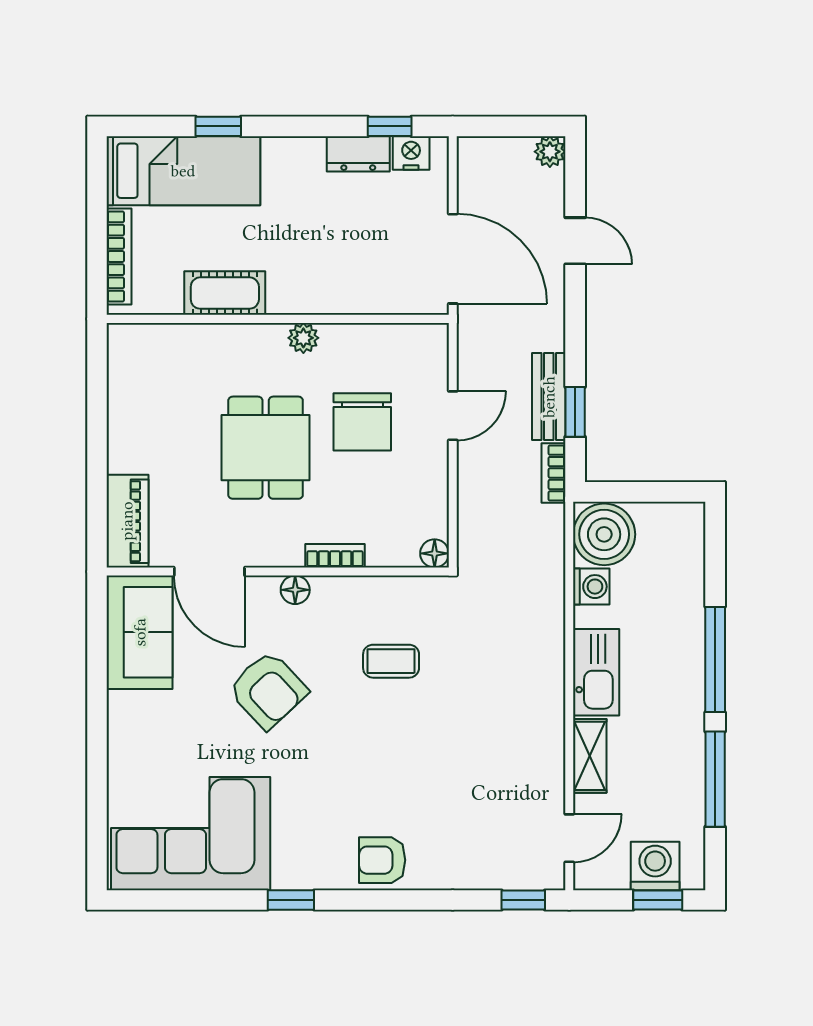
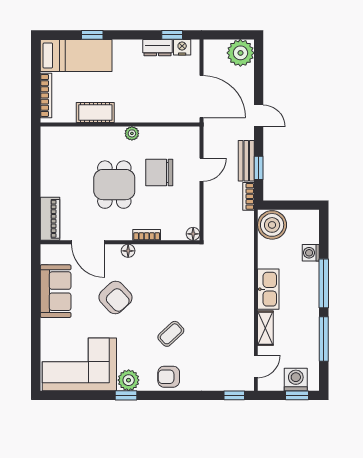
plant: (550, 152) -> (240, 53), width x1.87, depth x1.87
door: (575, 241) -> (259, 116), moved
chair: (362, 422) -> (159, 173), turned 90
washing machine: (591, 587) -> (311, 253), moved, turned 180
sofa: (140, 632) -> (56, 291), moved
coffee table: (391, 661) -> (171, 334), moved, turned -43
plant: (296, 867) -> (129, 380), added

